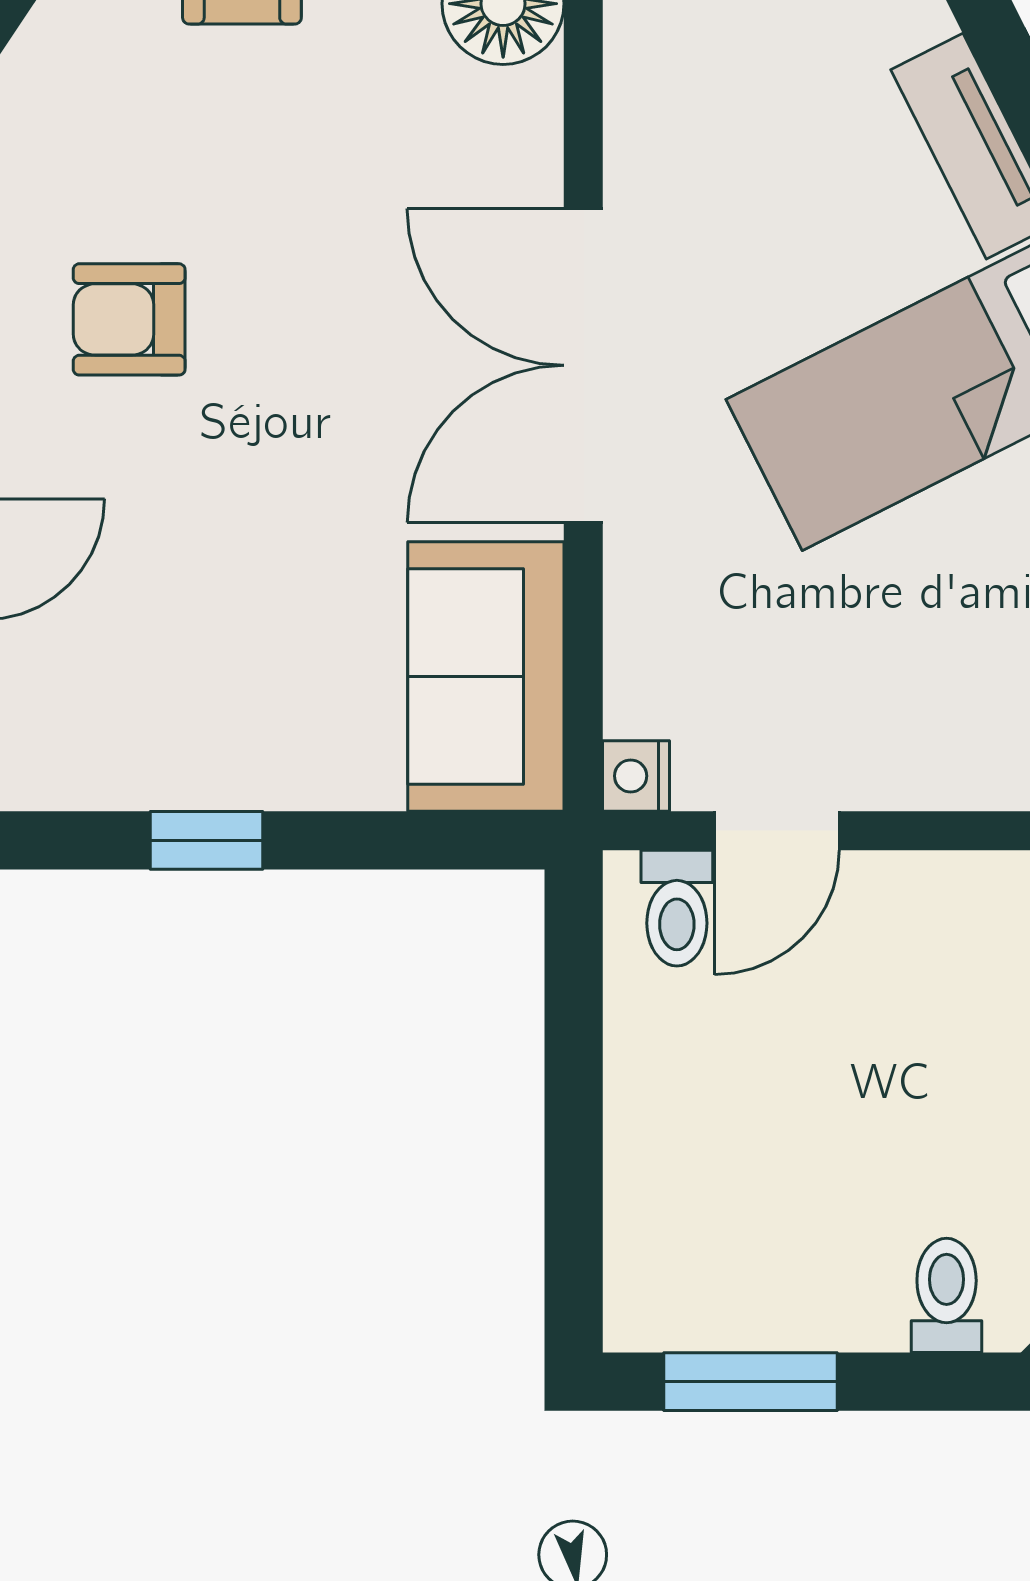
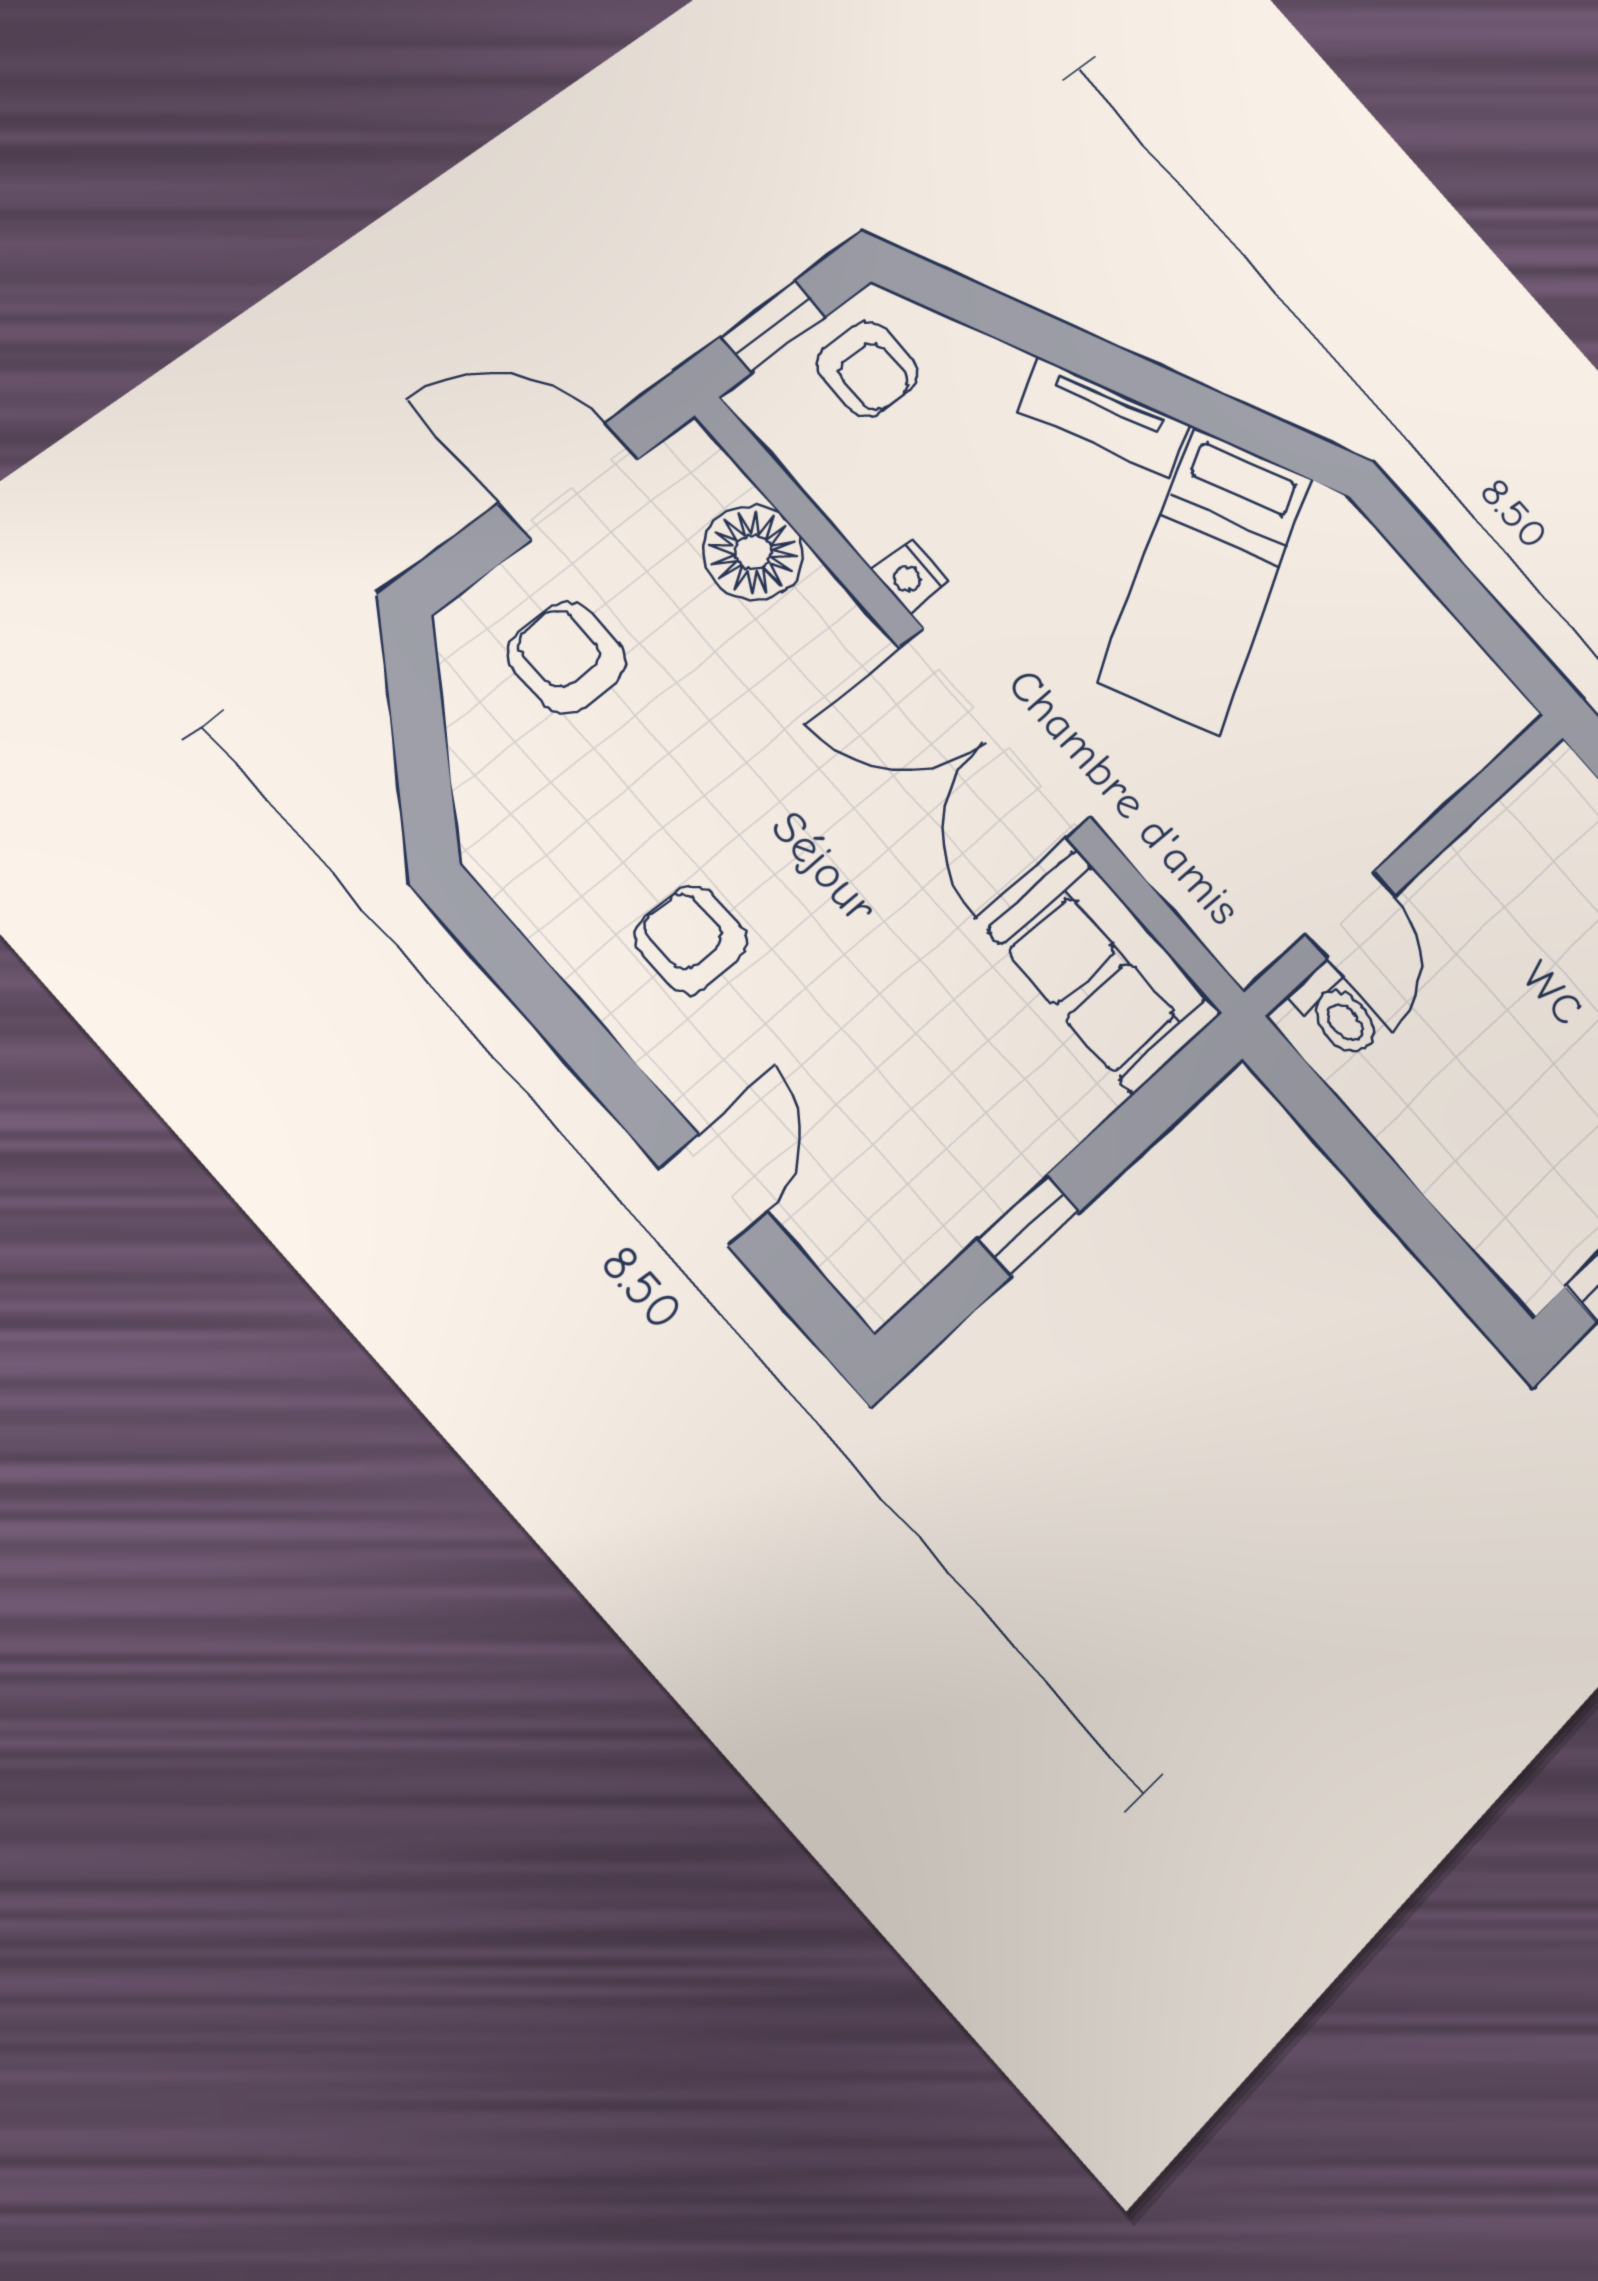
armchair: (129, 319) -> (691, 940), turned 90
nightstand: (636, 776) -> (910, 576), moved

